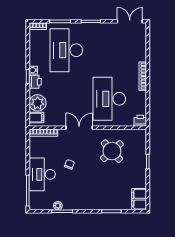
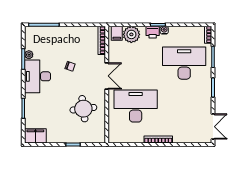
printer: (140, 121) -> (114, 137), removed
round table: (112, 151) -> (83, 109), turned 35
desk: (42, 174) -> (38, 76), moved, turned -90

